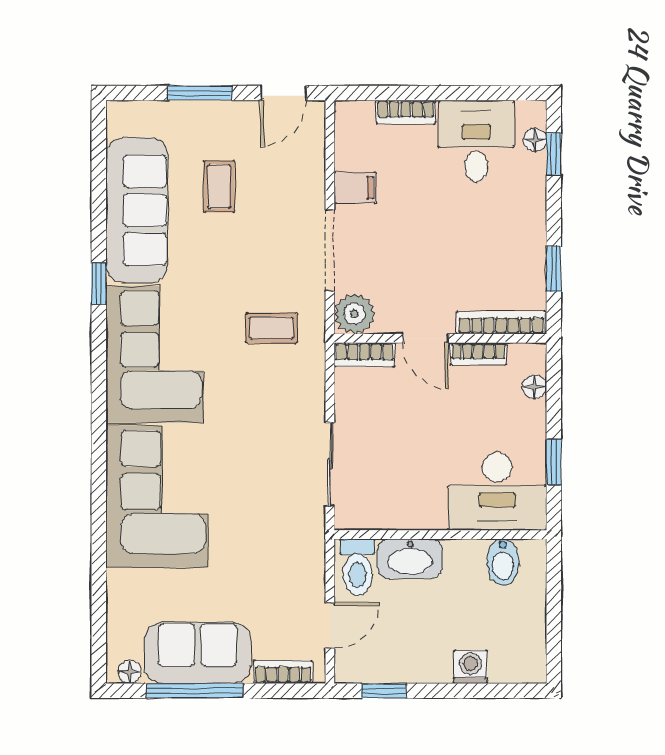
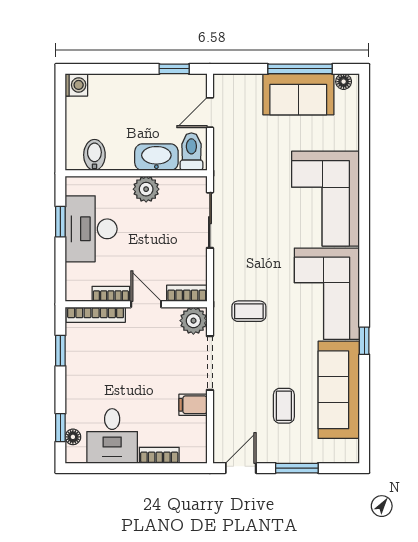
floor lamp: (535, 387) -> (73, 272), removed
desk: (497, 491) -> (91, 229), moved, turned -90
plant: (425, 511) -> (146, 189), added
washing machine: (470, 667) -> (76, 85), moved, turned -90
bookcase: (283, 672) -> (241, 82), removed

